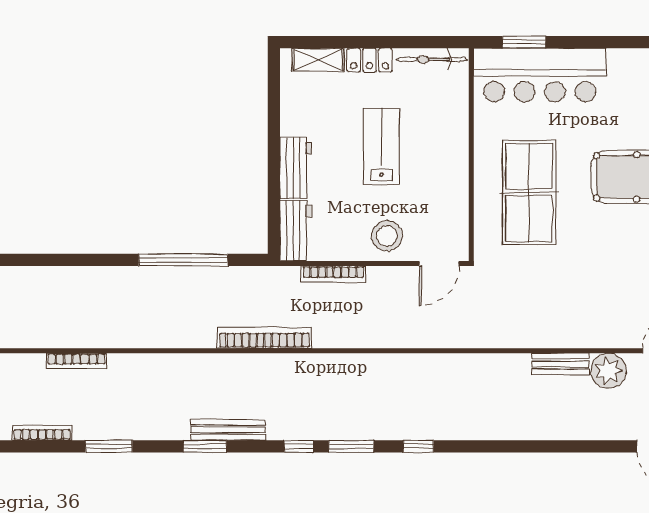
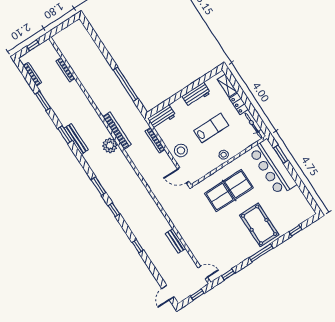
stool: (451, 156) -> (224, 155), added
workbench: (296, 168) -> (196, 95), moved
plant: (608, 371) -> (110, 145), moved
window: (299, 446) -> (138, 246), moved

